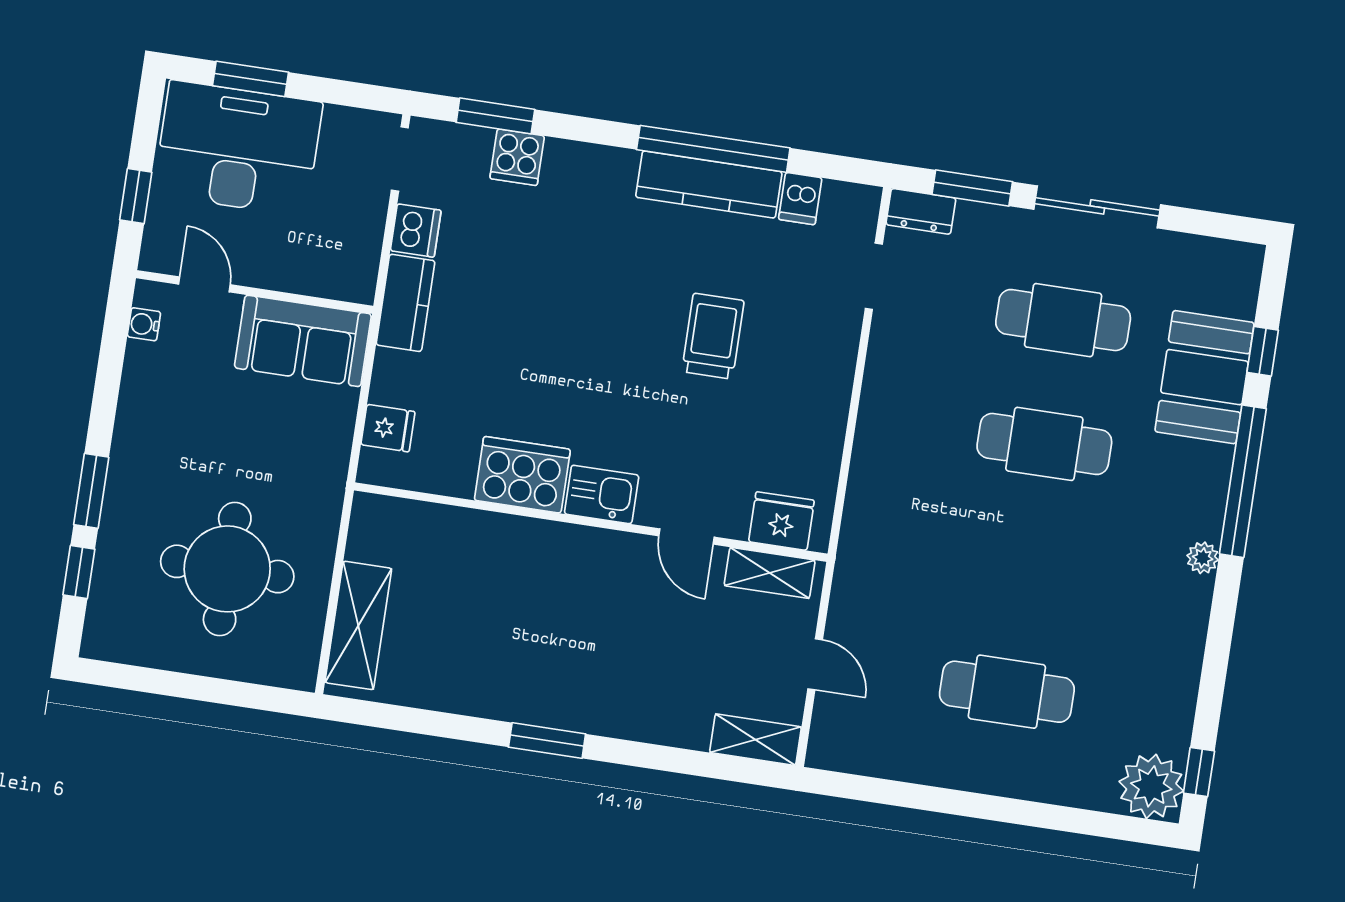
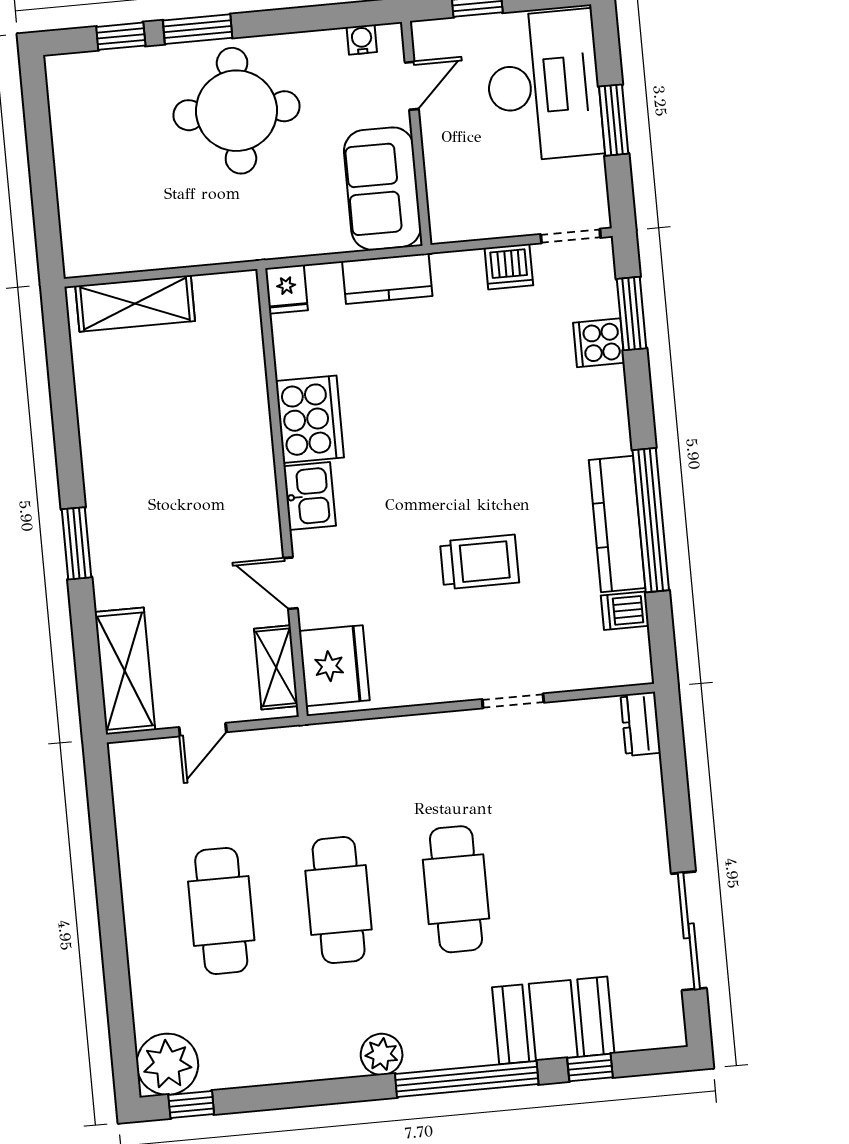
window: (250, 79) -> (614, 120), moved
window: (972, 188) -> (673, 765), removed
sliding door: (1097, 207) -> (689, 931), moved
doorway: (874, 276) -> (513, 701), moved
kitchen counter: (405, 303) -> (387, 279), moved
cafe table: (1063, 320) -> (339, 900), moved
fridge: (388, 428) -> (286, 289), moved
fridge: (781, 521) -> (334, 666), width x1.36, depth x1.34
door: (686, 537) -> (290, 583), hinge flipped
plant: (1203, 558) -> (382, 1054), width x1.38, depth x1.38
round table: (227, 569) -> (236, 111), moved
window: (547, 740) -> (76, 543), moved
shelving: (755, 740) -> (125, 671), width x1.50, depth x1.33

